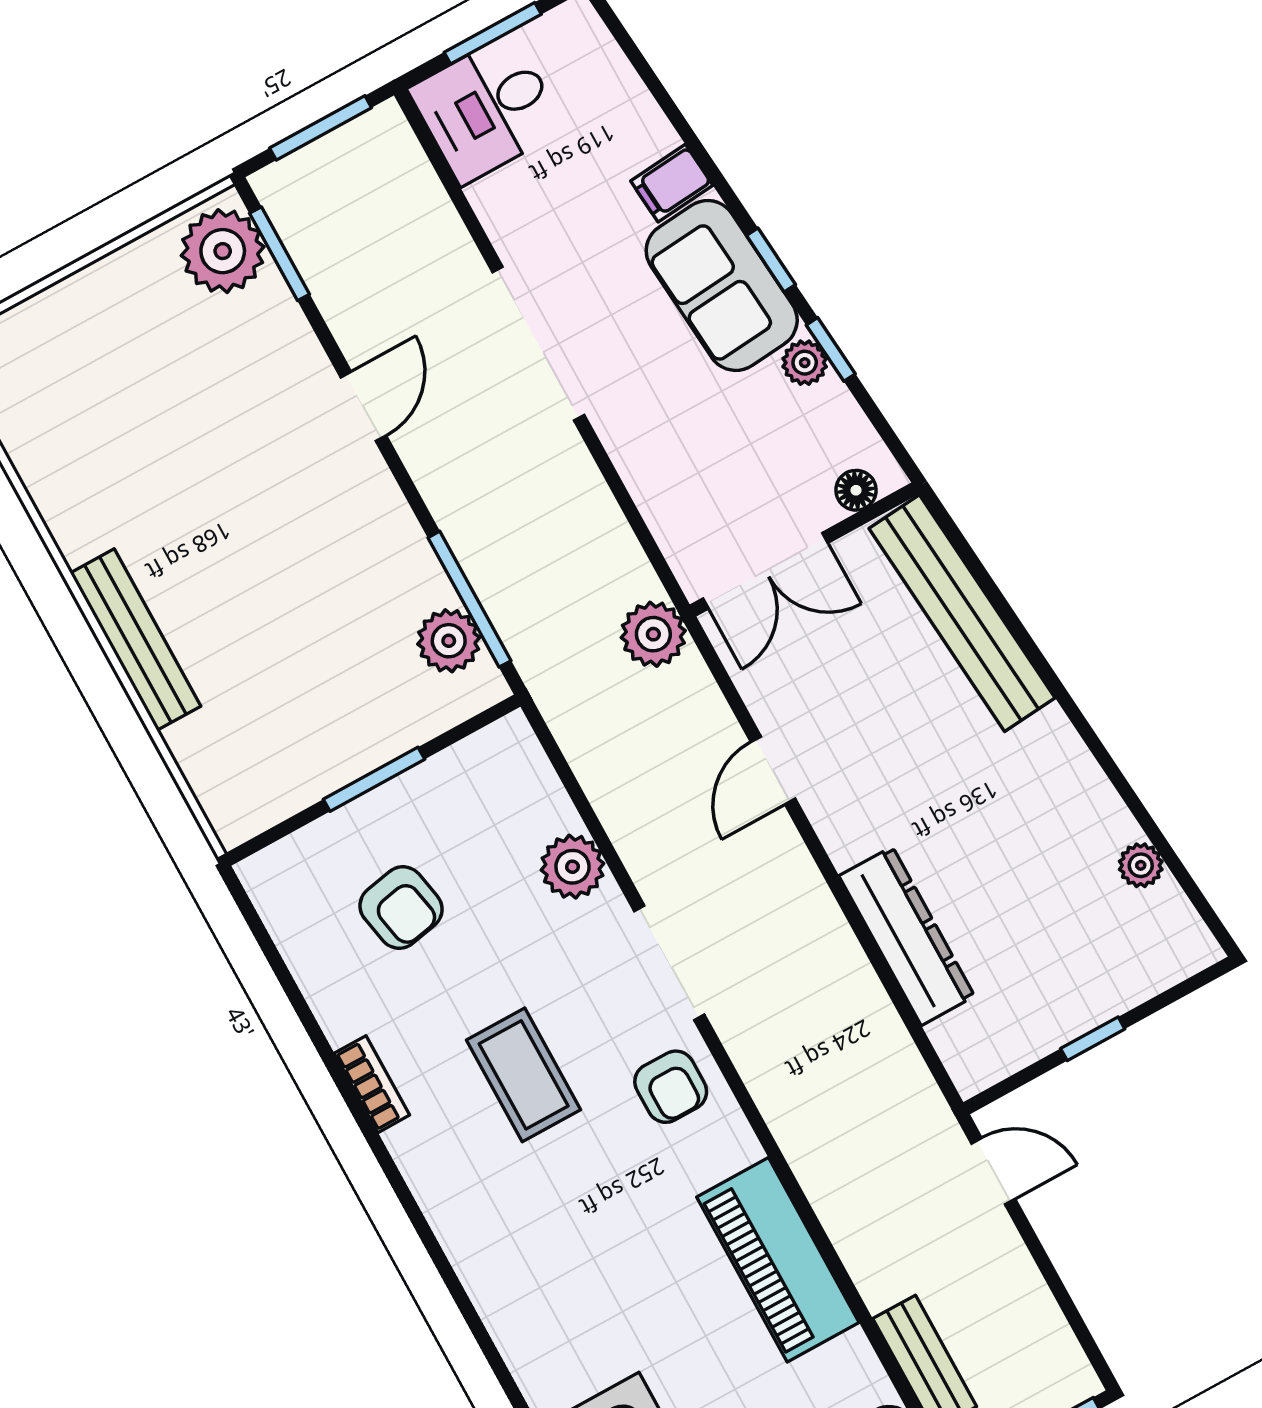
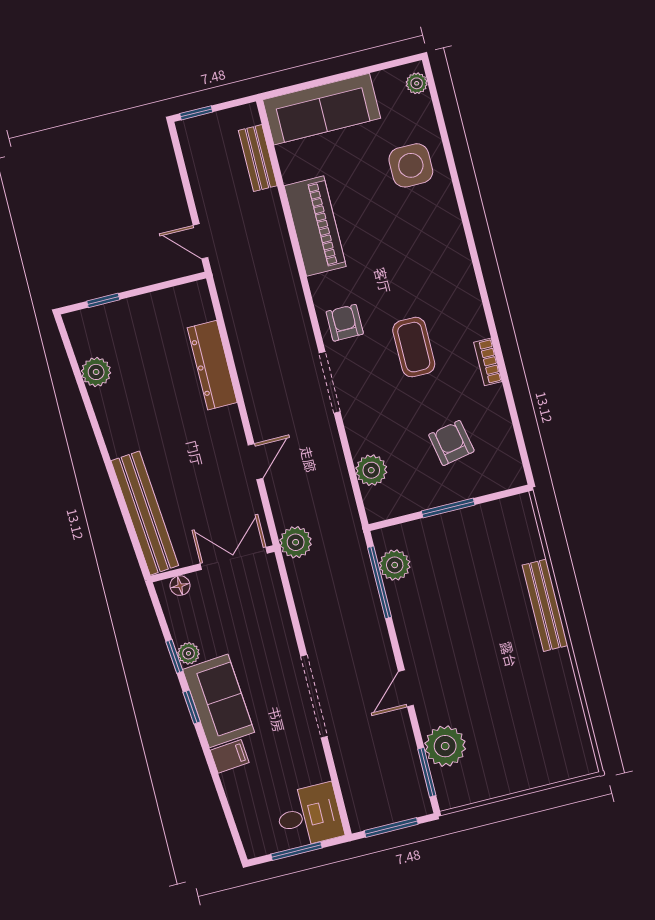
plant: (223, 251) -> (445, 746), moved
plant: (1141, 865) -> (96, 372), width x1.38, depth x1.38
plant: (572, 867) -> (371, 470), moved
window: (1093, 1039) -> (103, 300), moved

